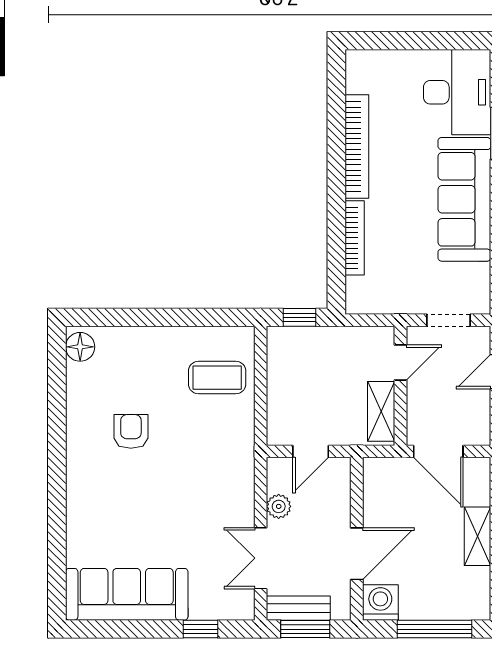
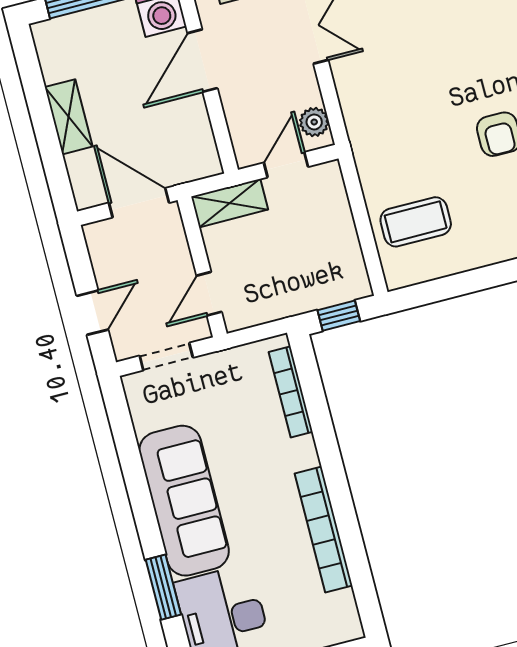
bookcase: (355, 238) -> (291, 392), moved
shelving: (381, 411) -> (230, 203), moved, turned 90
plant: (279, 506) -> (314, 122), moved

